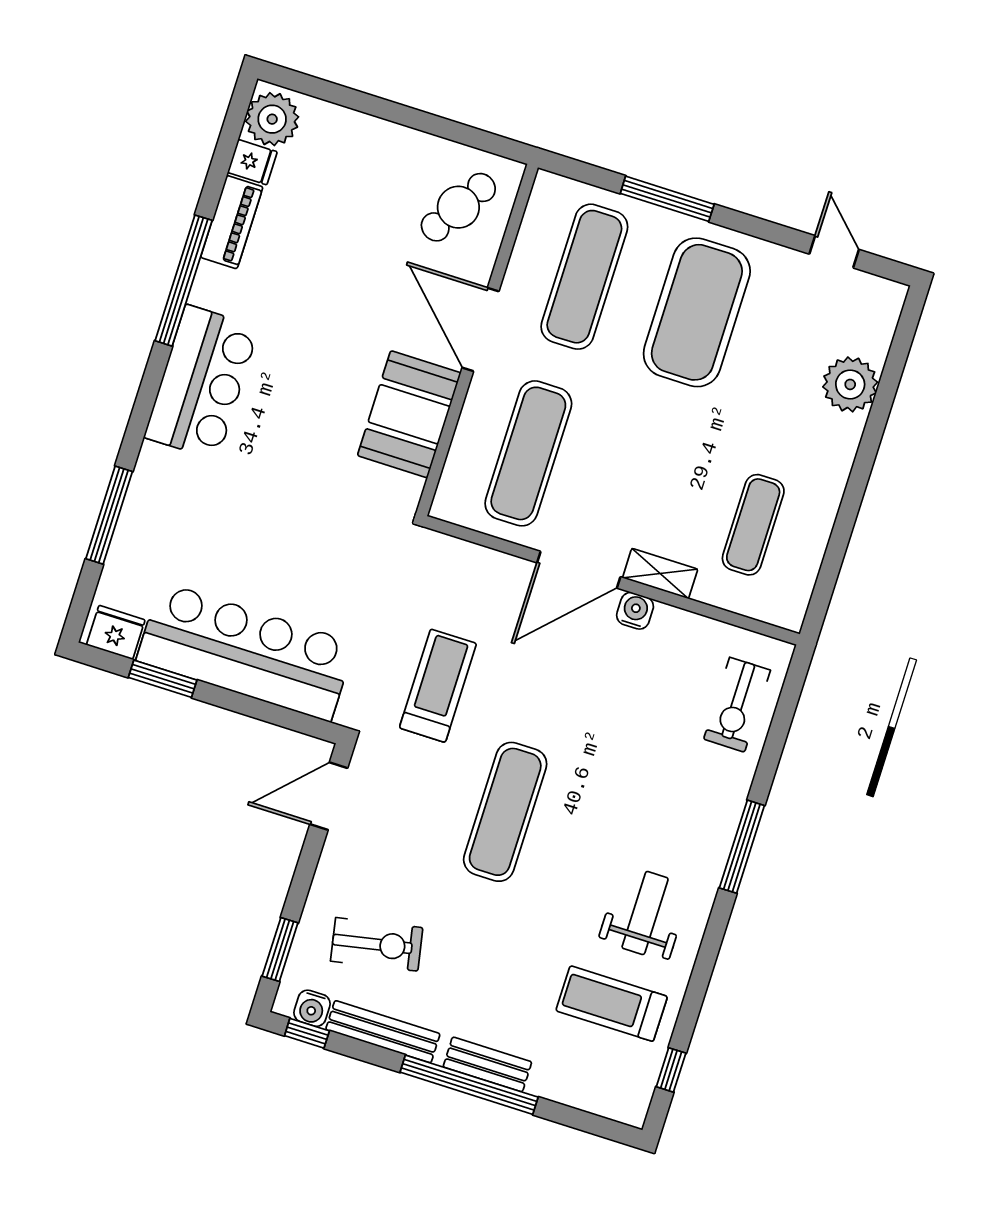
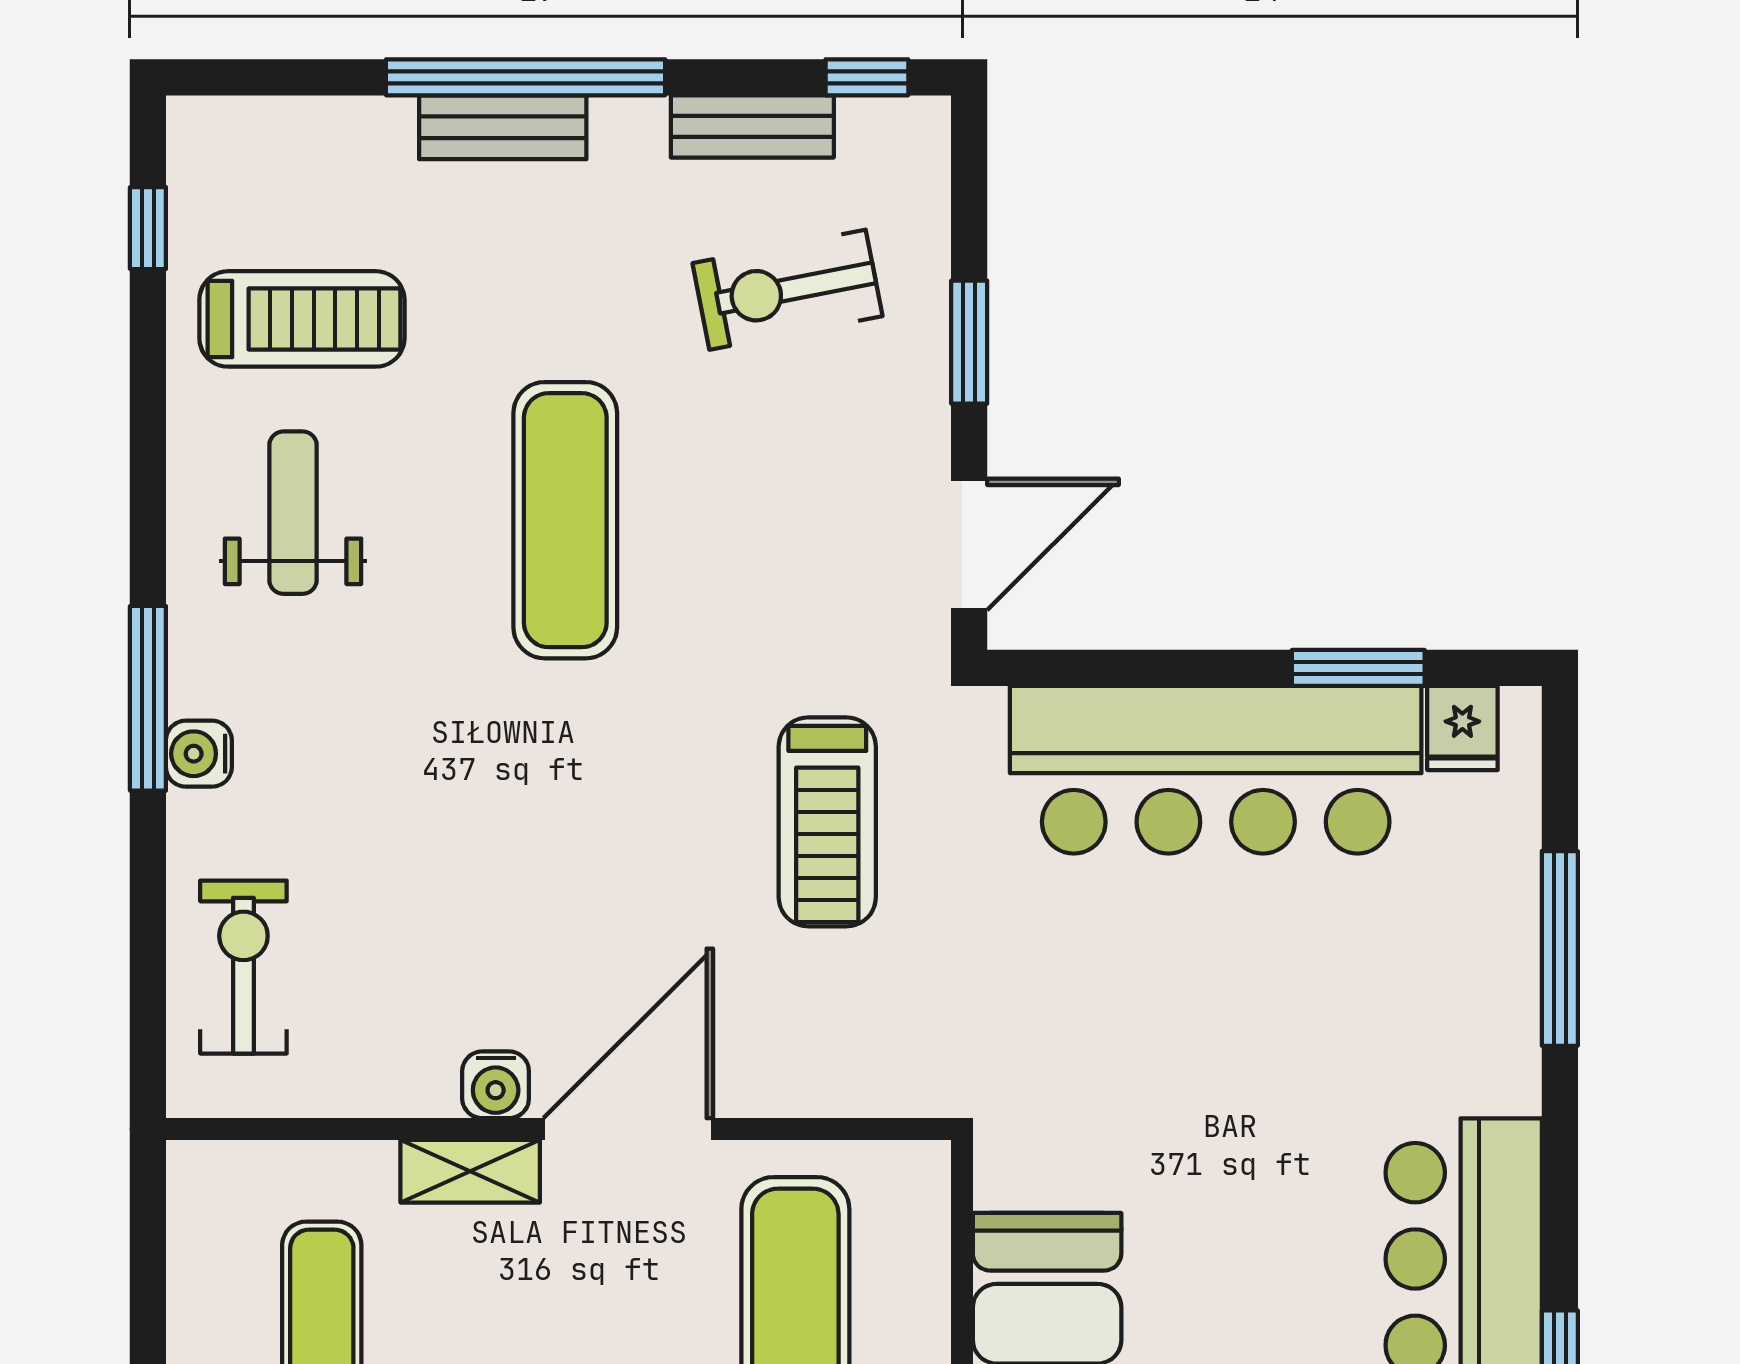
fridge: (116, 633) -> (1462, 728), width x0.72
exercise mat: (505, 812) -> (565, 520), moved
weight bench: (645, 913) -> (293, 513), turned 180
window: (280, 950) -> (969, 342), moved
water cooler: (312, 1008) -> (199, 754), moved, turned -90
bench: (383, 1032) -> (752, 126), width x0.73

